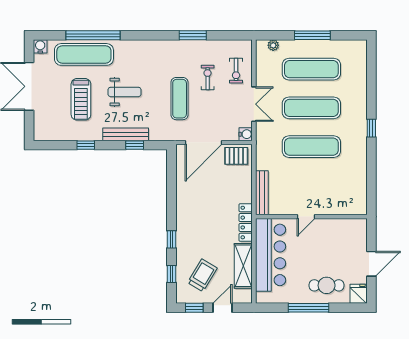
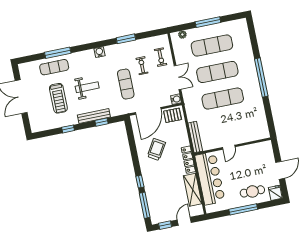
window: (93, 35) -> (58, 53), width x0.68
water cooler: (40, 46) -> (99, 52), moved
exercise mat: (84, 54) -> (54, 67), width x0.73, depth x0.69
window: (371, 128) -> (261, 78), width x3.17
window: (171, 274) -> (145, 205), width x2.17
trolley: (202, 275) -> (156, 149), moved

